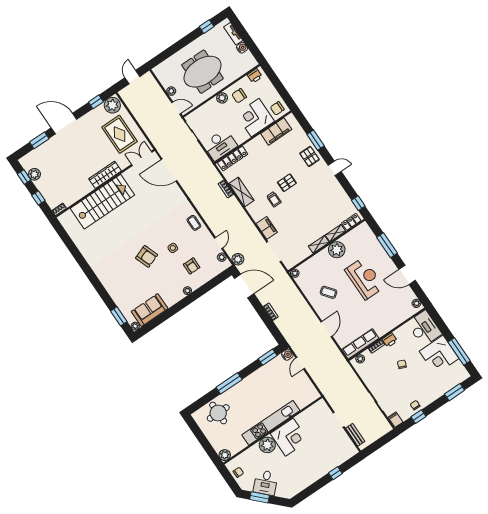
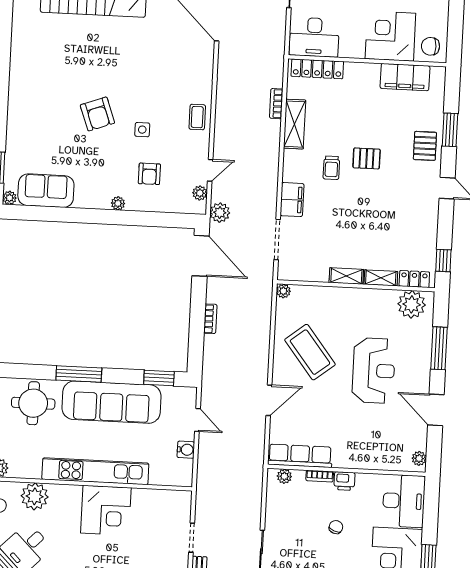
plant: (337, 250) -> (412, 304), moved
coffee table: (329, 292) -> (310, 352), width x1.86, depth x1.72
water cooler: (287, 355) -> (186, 450), moved
door: (300, 363) -> (197, 420), swing flipped
sofa: (254, 385) -> (112, 402), added
plant: (267, 445) -> (35, 496), moved

